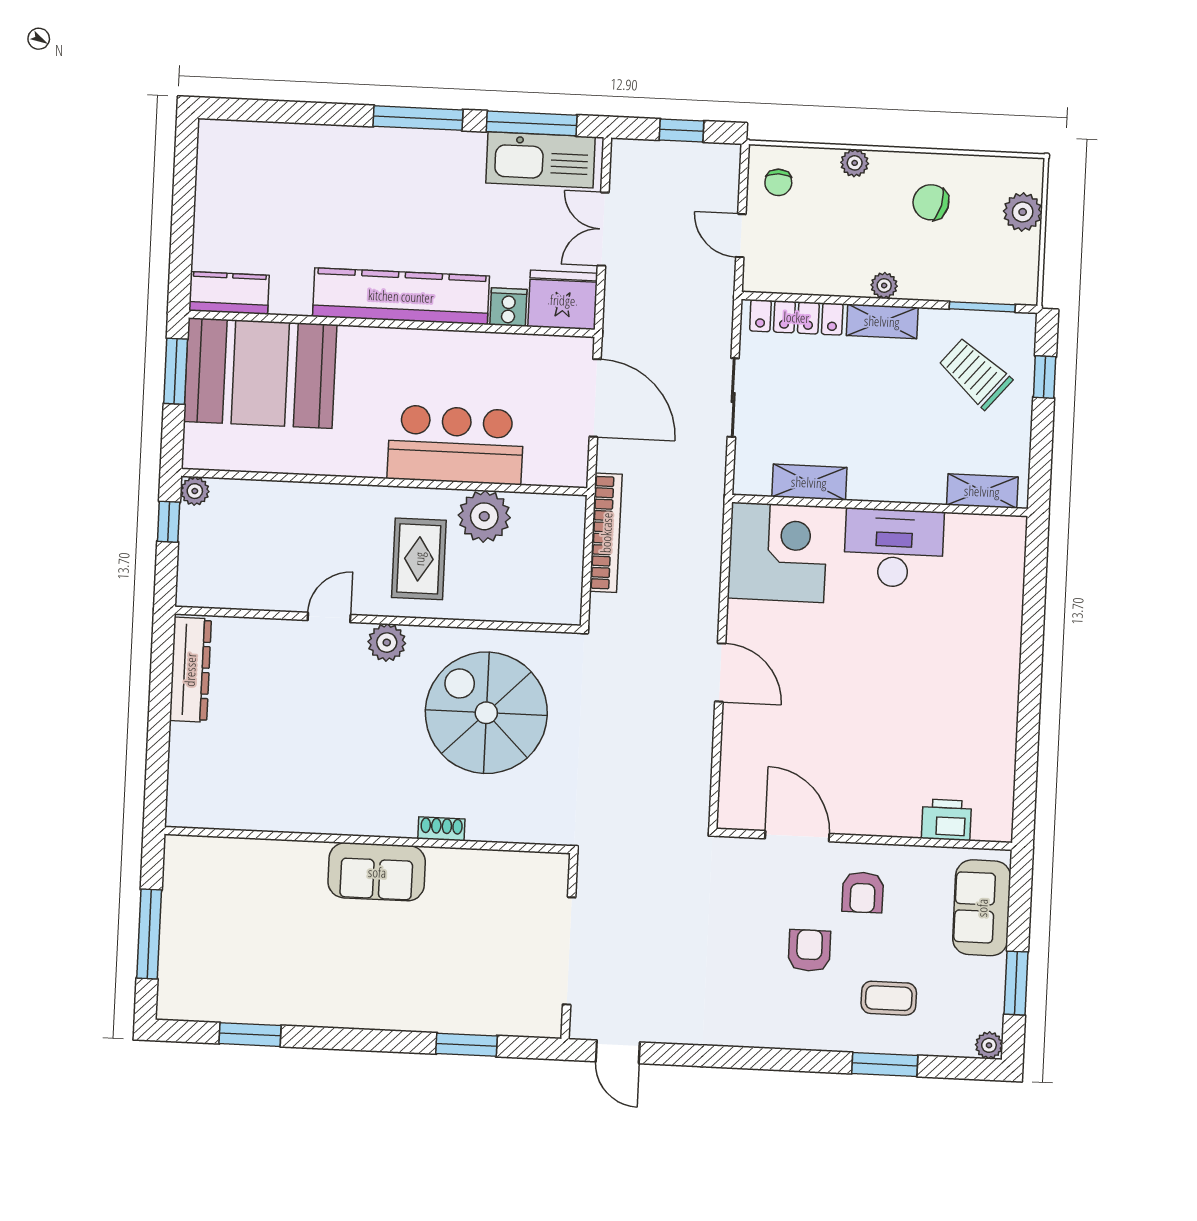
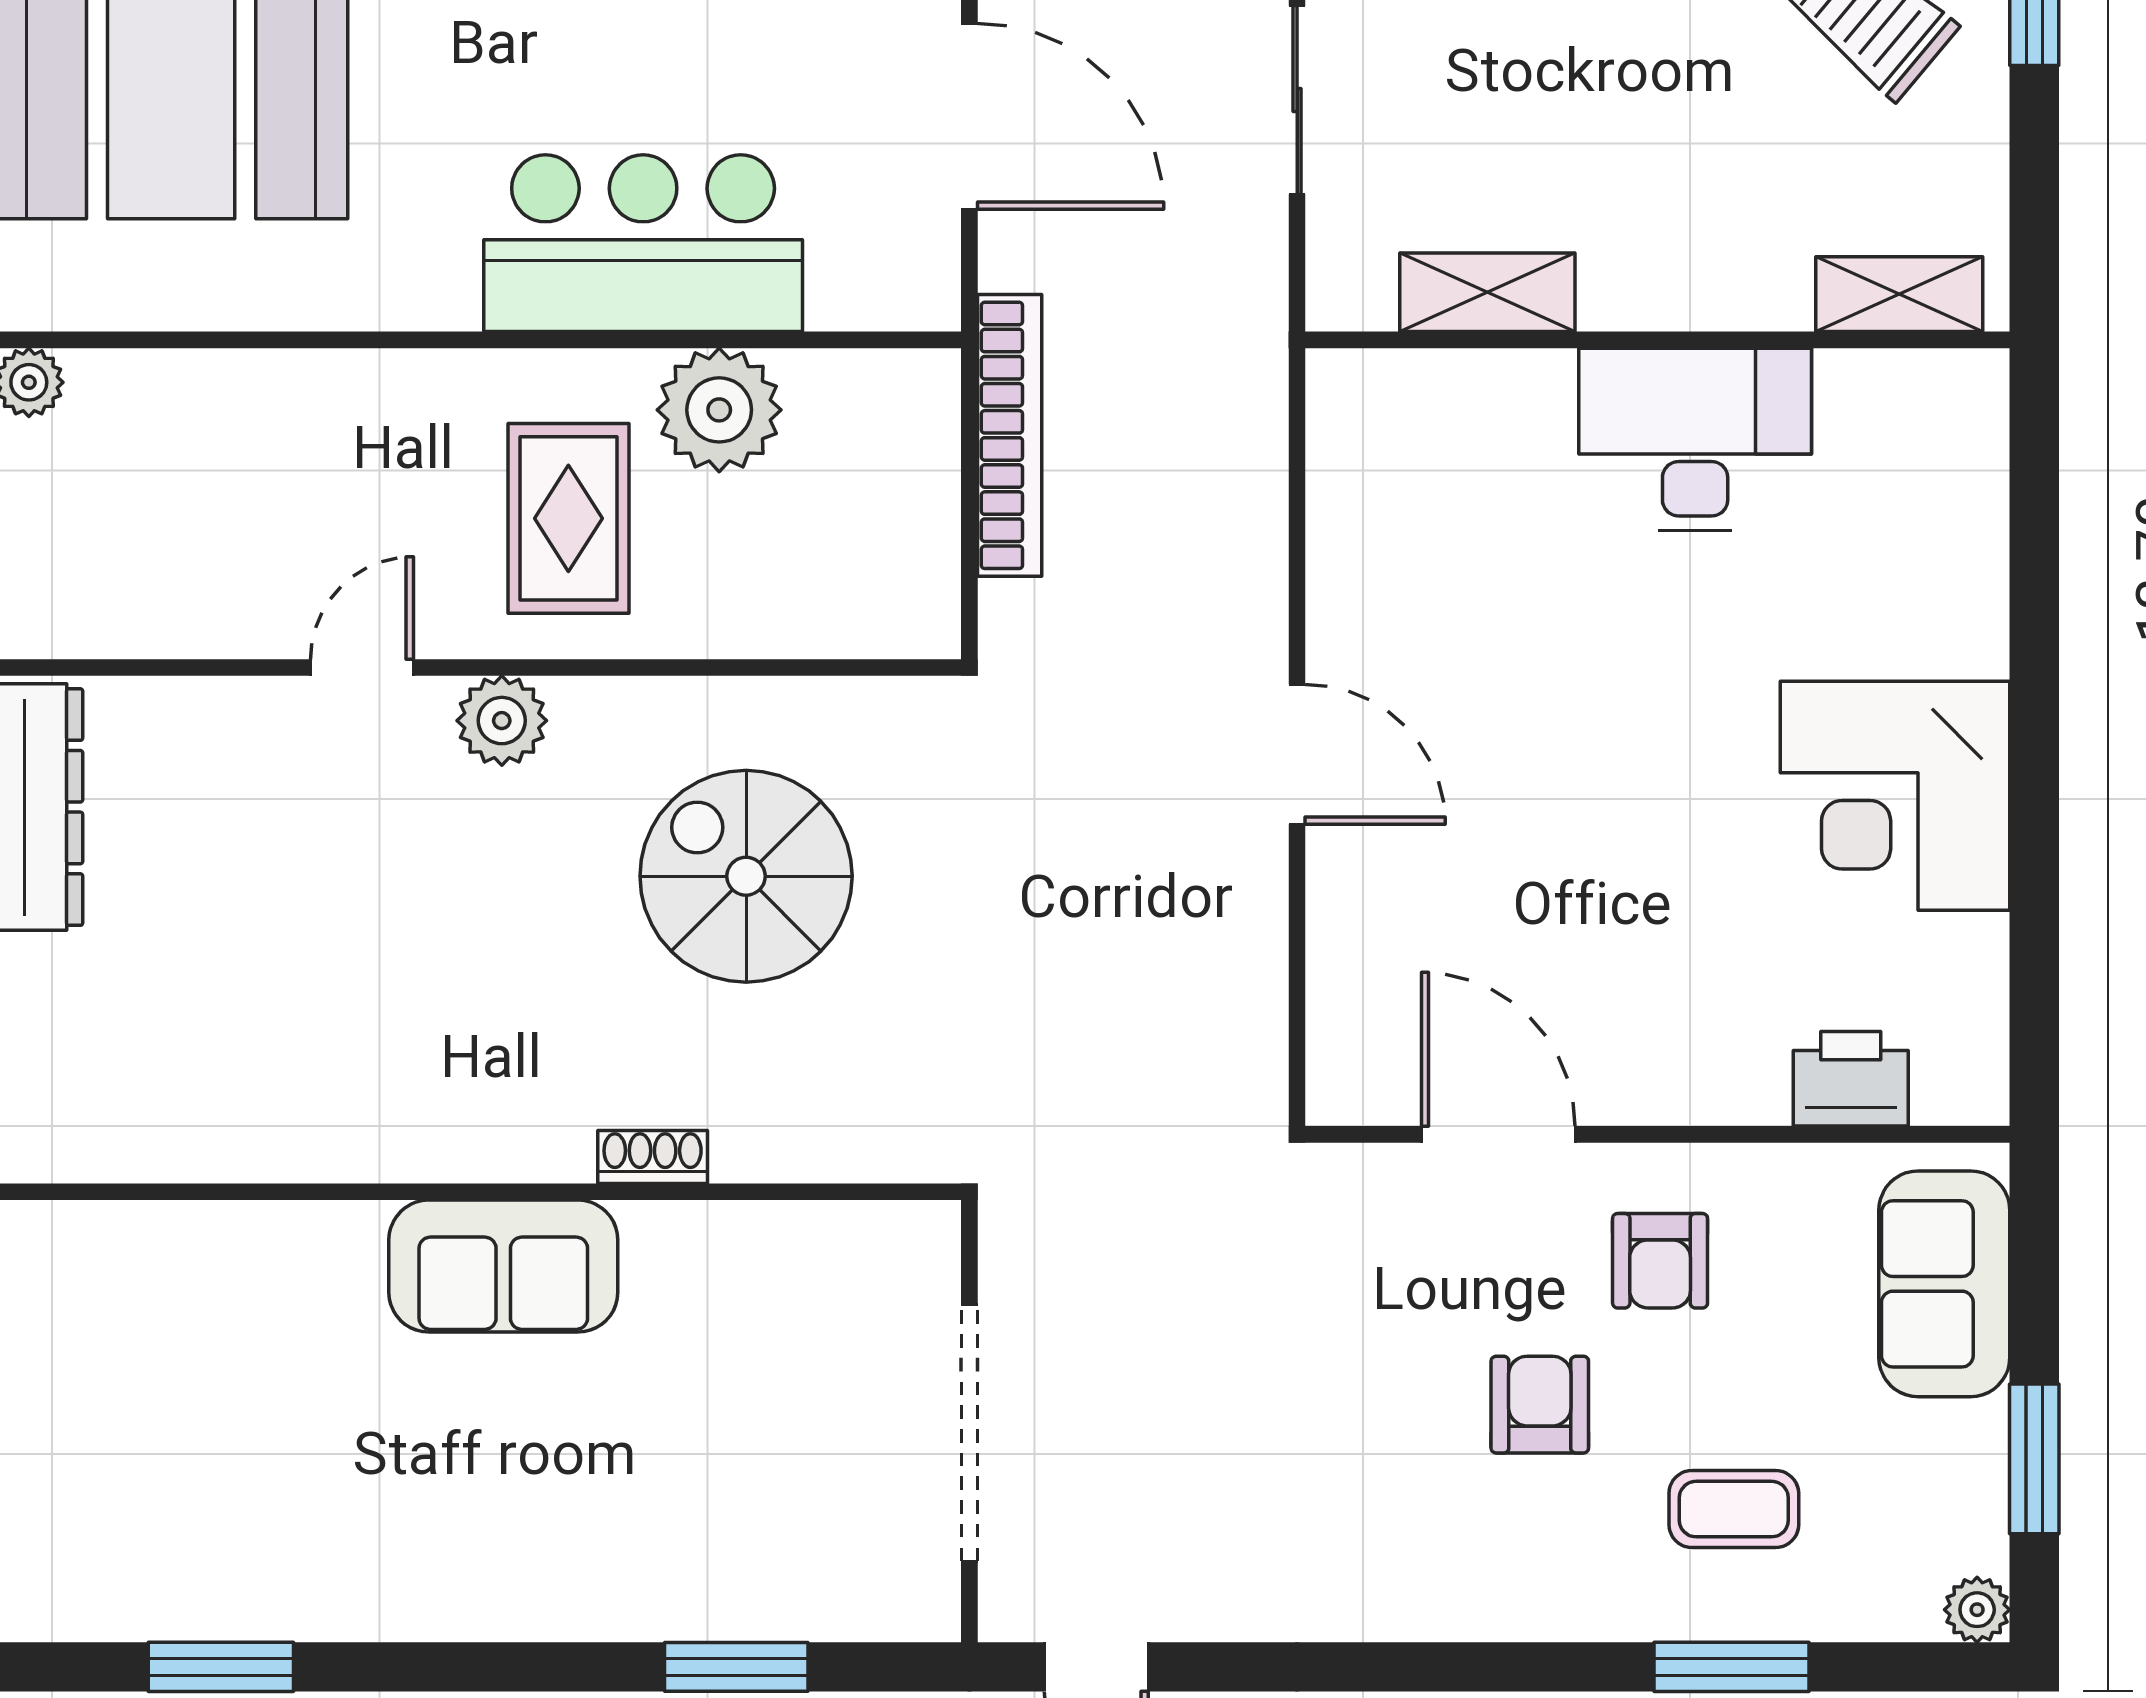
corner desk: (778, 552) -> (1895, 796), moved, turned 180
spiral stairs: (486, 713) -> (746, 876), width x0.73, depth x0.73

